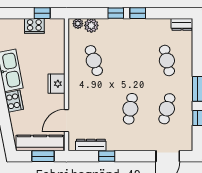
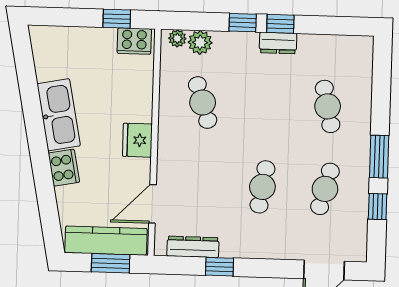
dresser: (182, 24) -> (278, 43), moved
cooker: (34, 26) -> (134, 41), moved

